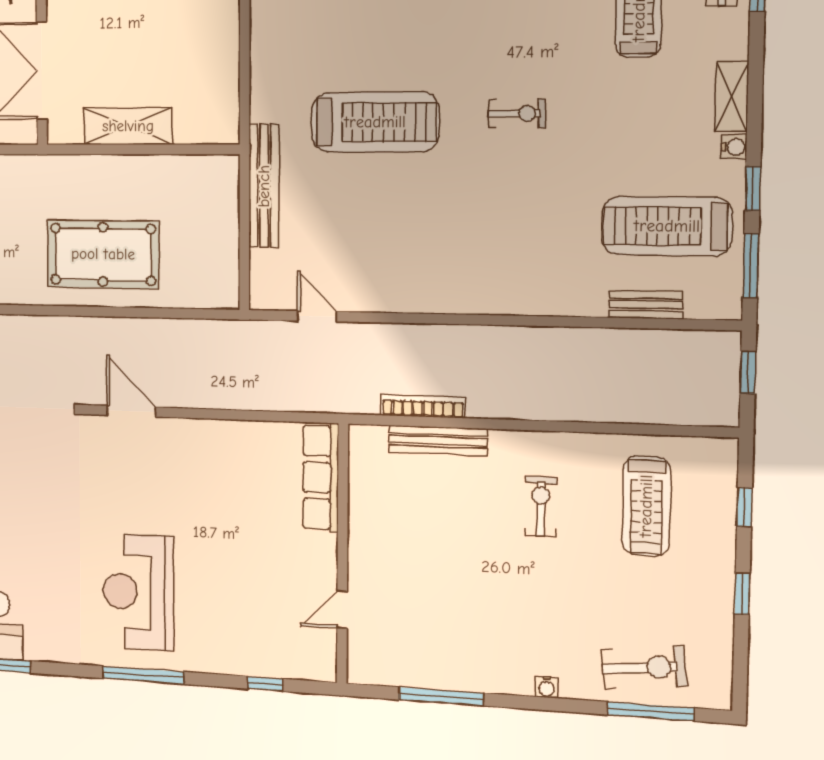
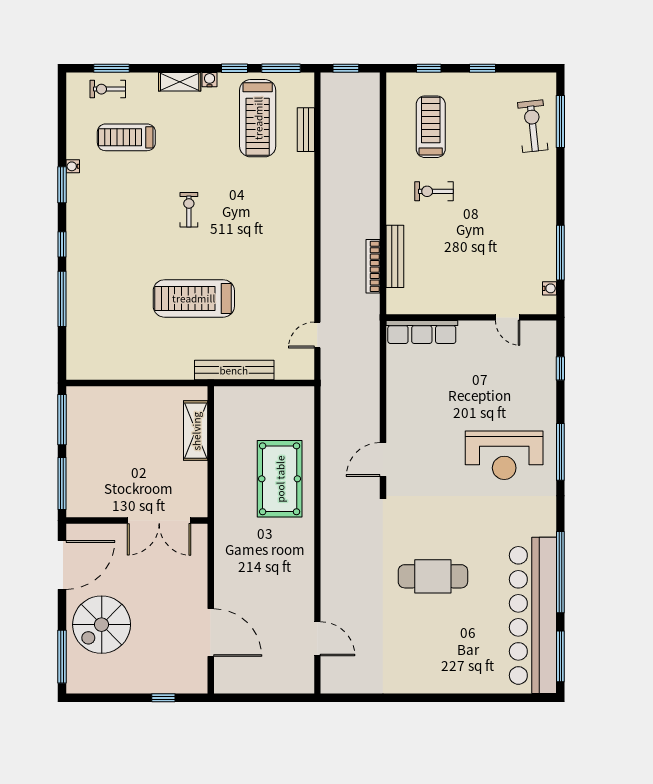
treadmill: (375, 122) -> (194, 298), turned -90
shelving: (128, 126) -> (196, 431), moved
treadmill: (646, 506) -> (431, 127), turned -90
water cooler: (547, 687) -> (549, 288), moved

